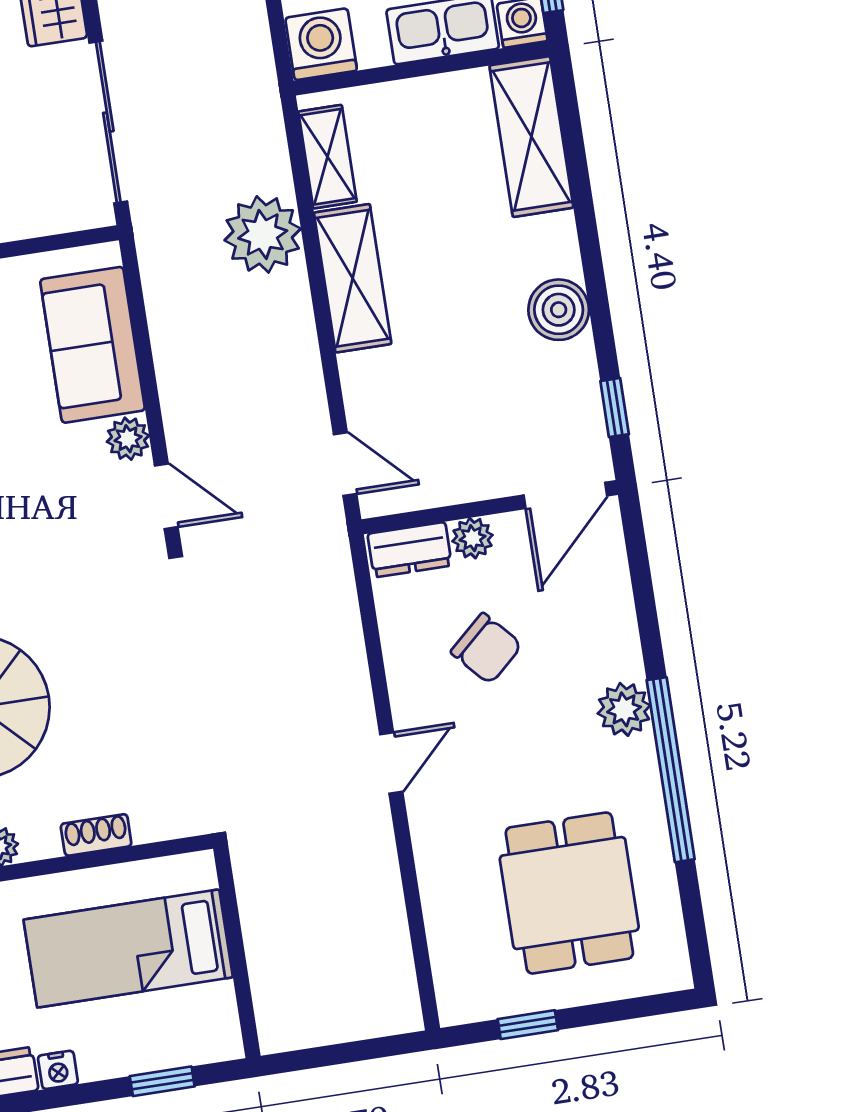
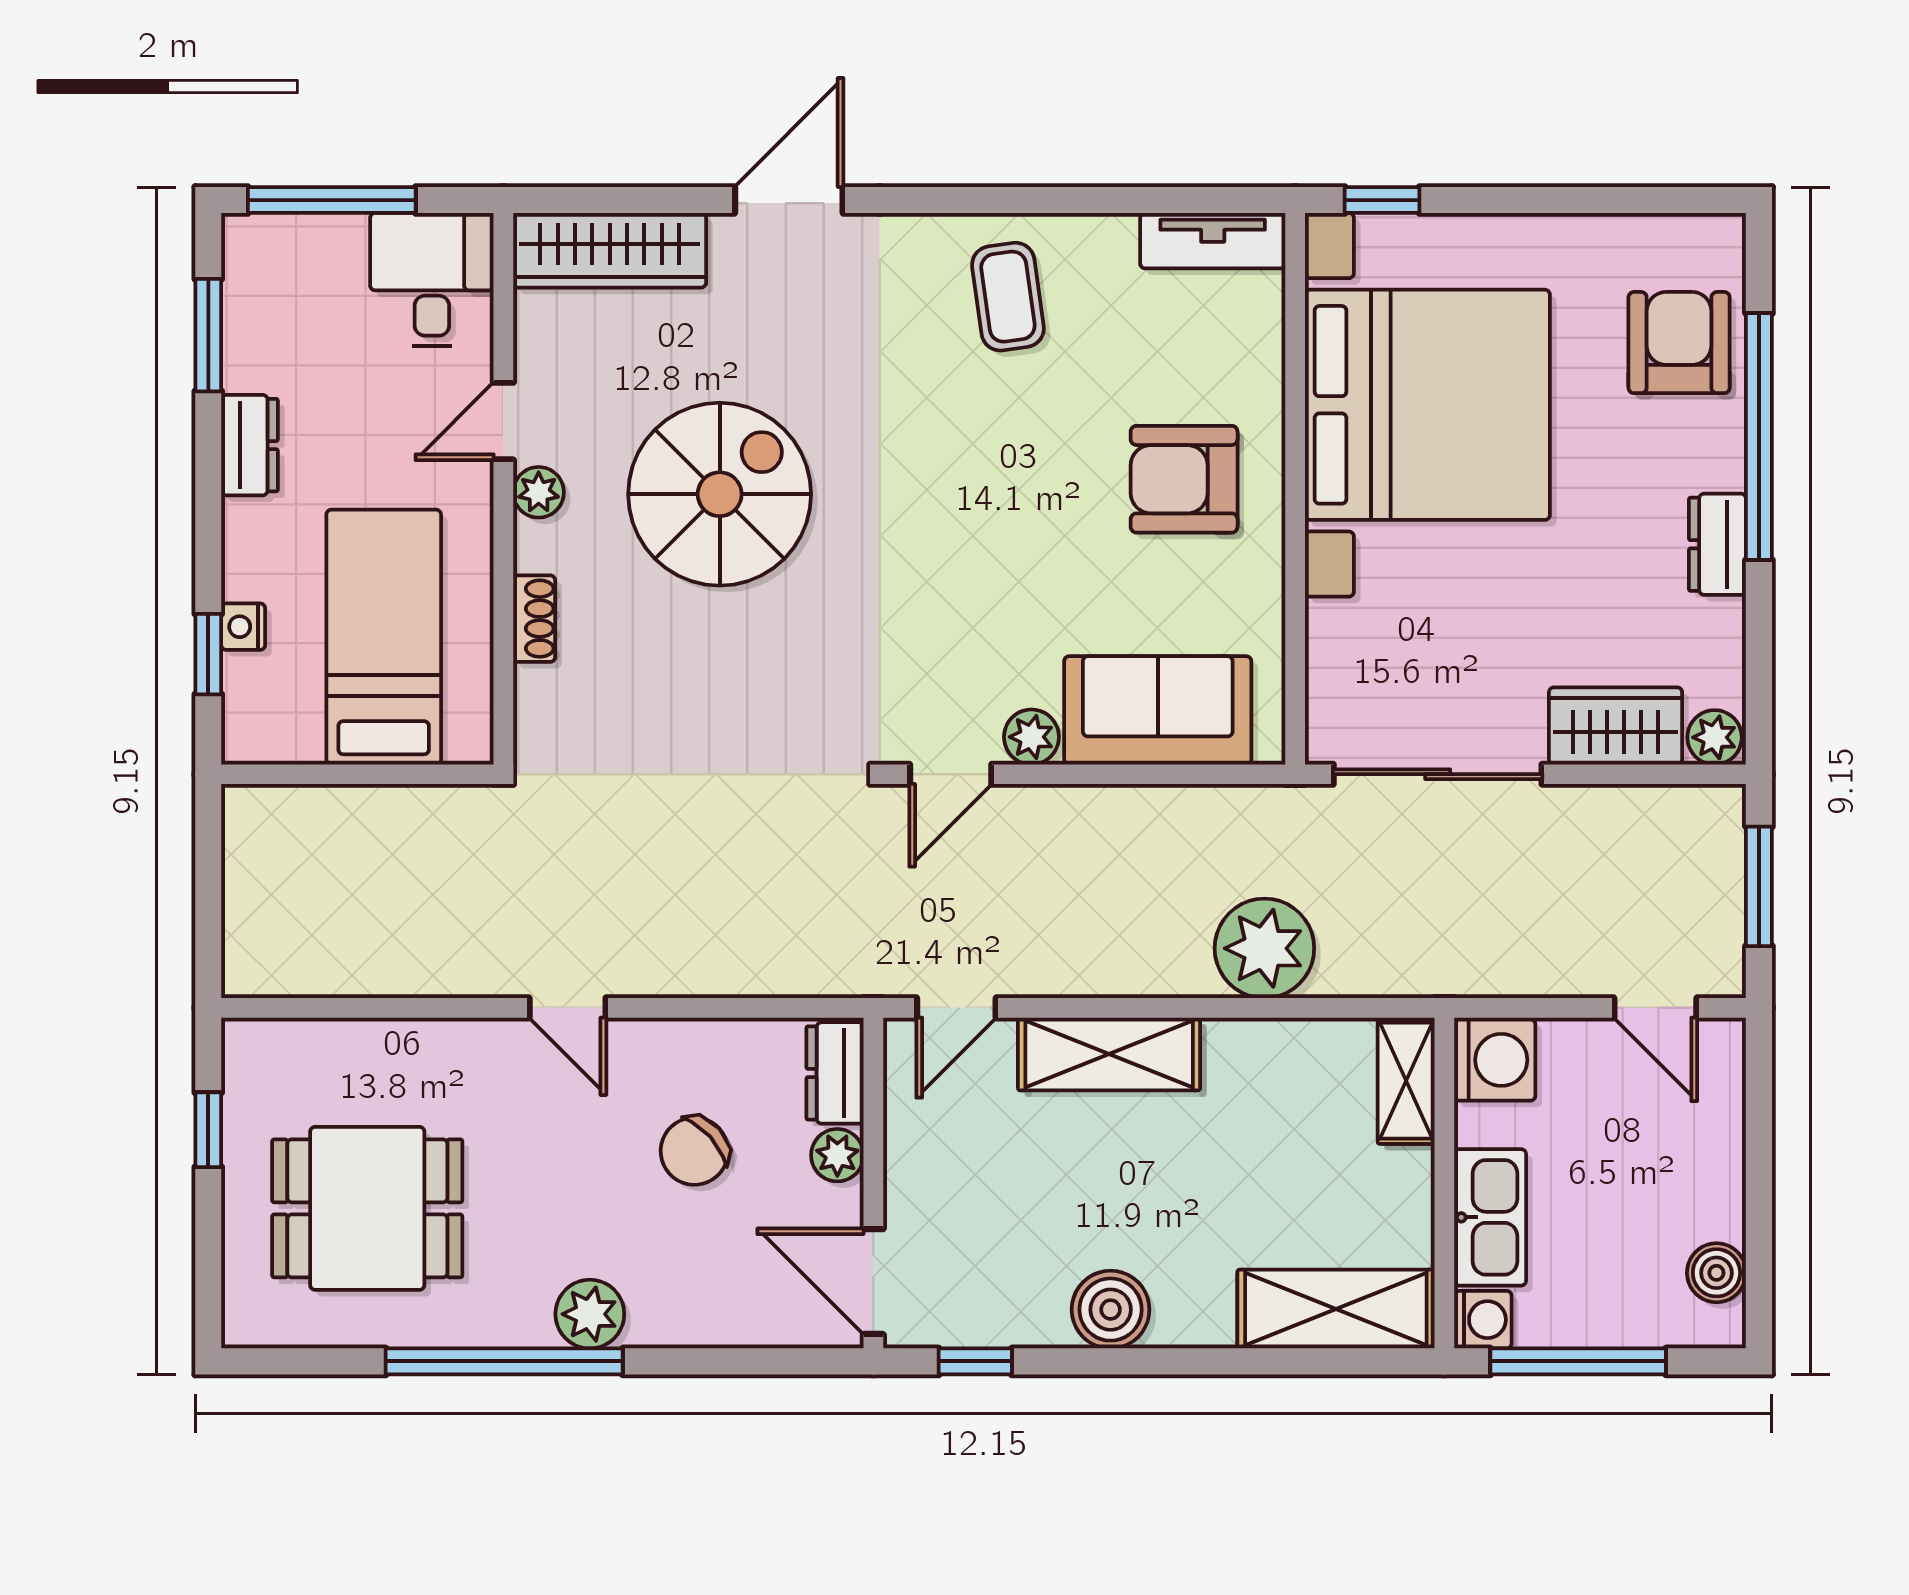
shelving: (327, 157) -> (1406, 1081), moved, turned 90
shelving: (353, 278) -> (1109, 1054), moved
nightstand: (58, 1070) -> (243, 627), moved

